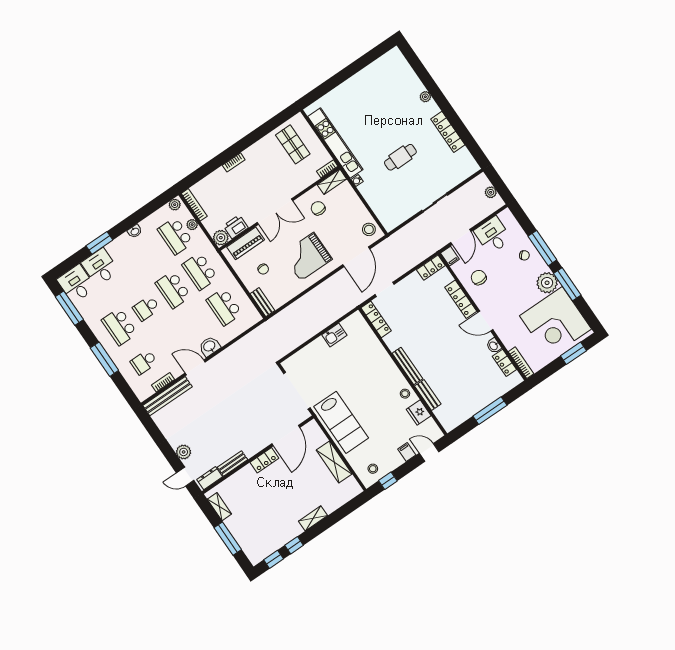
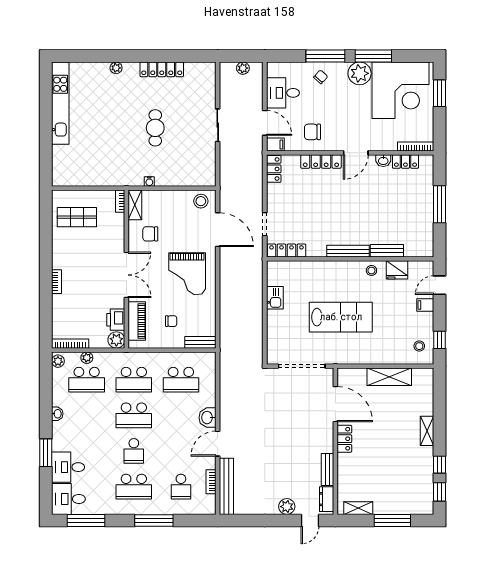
kitchen unit: (335, 143) -> (60, 103), moved, turned 90
lab bench: (341, 422) -> (341, 317), moved

